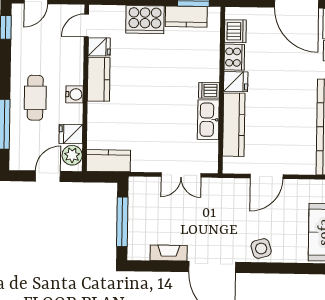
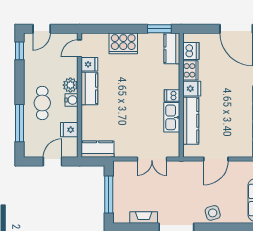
kitchen counter: (186, 17) -> (172, 48), moved, turned 90
plant: (72, 155) -> (70, 85), moved

